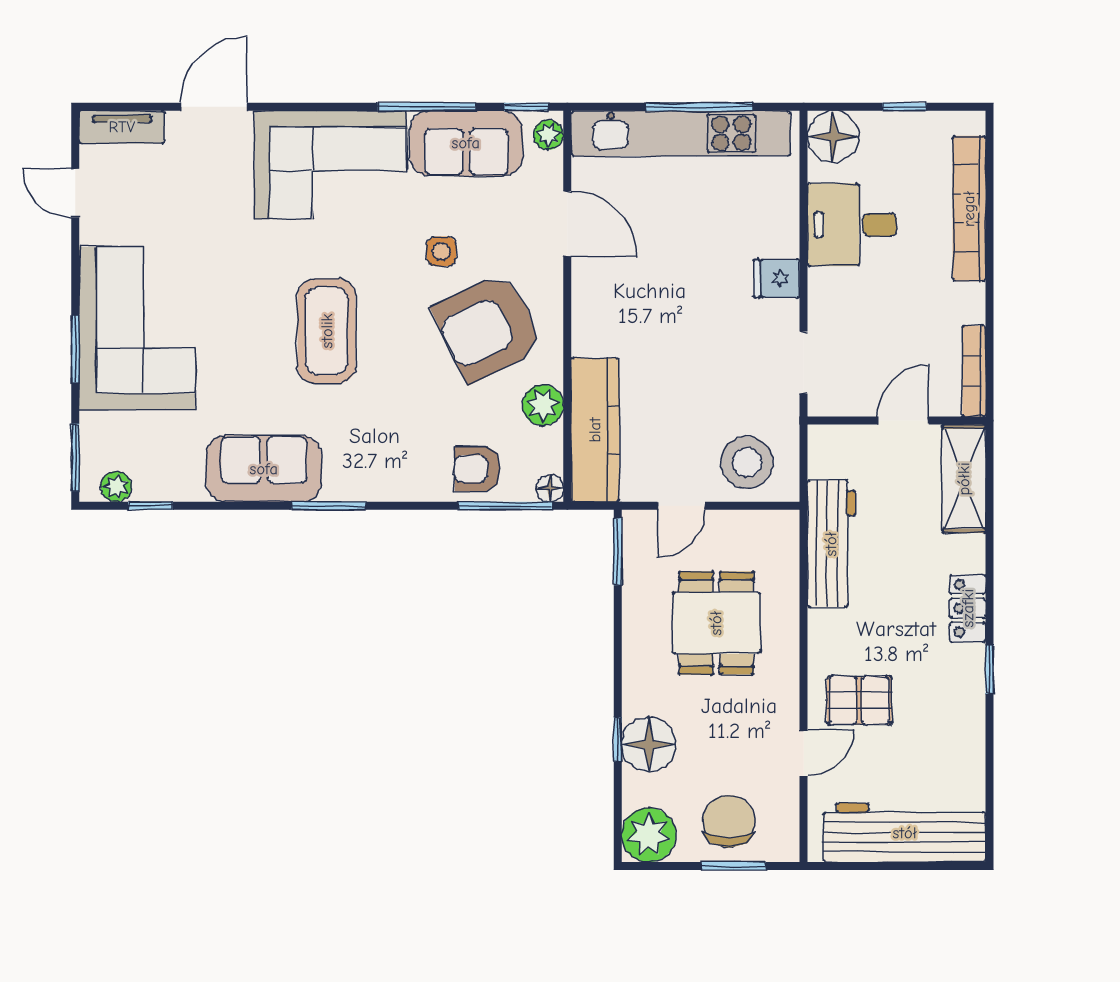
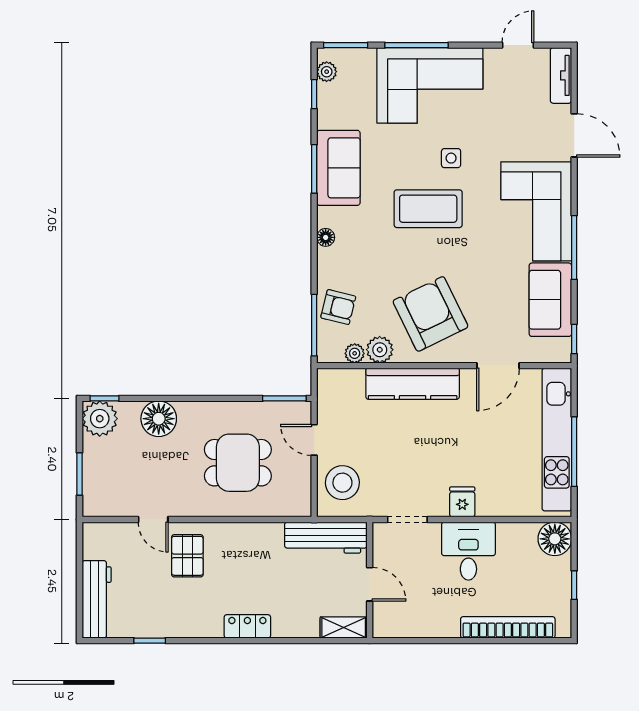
window: (427, 107) -> (574, 248), moved
plant: (548, 135) -> (355, 353), moved
desk: (852, 225) -> (468, 551), moved
side table: (441, 251) -> (451, 158), moved
window: (75, 349) -> (416, 45), width x1.44
bookcase: (974, 371) -> (402, 631), removed
kitchen counter: (595, 430) -> (413, 384), moved
armchair: (477, 469) -> (338, 307), turned 104
shelving: (964, 479) -> (344, 628), width x0.67, depth x0.75
floor lamp: (550, 488) -> (326, 237), moved
window: (329, 506) -> (314, 169), moved
workbench: (831, 544) -> (326, 538), moved
window: (990, 670) -> (150, 641), moved
window: (618, 739) -> (105, 398), moved
chair: (729, 821) -> (109, 471), removed
workbench: (905, 833) -> (97, 599), width x0.73, depth x0.76

